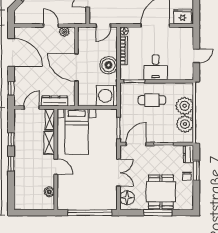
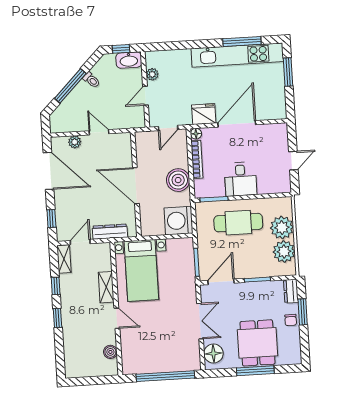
fridge: (183, 17) -> (204, 114), moved
plant: (64, 32) -> (75, 142), moved
cafe table: (152, 100) -> (238, 223), width x1.37, depth x1.35
shelving: (50, 119) -> (64, 259), moved

